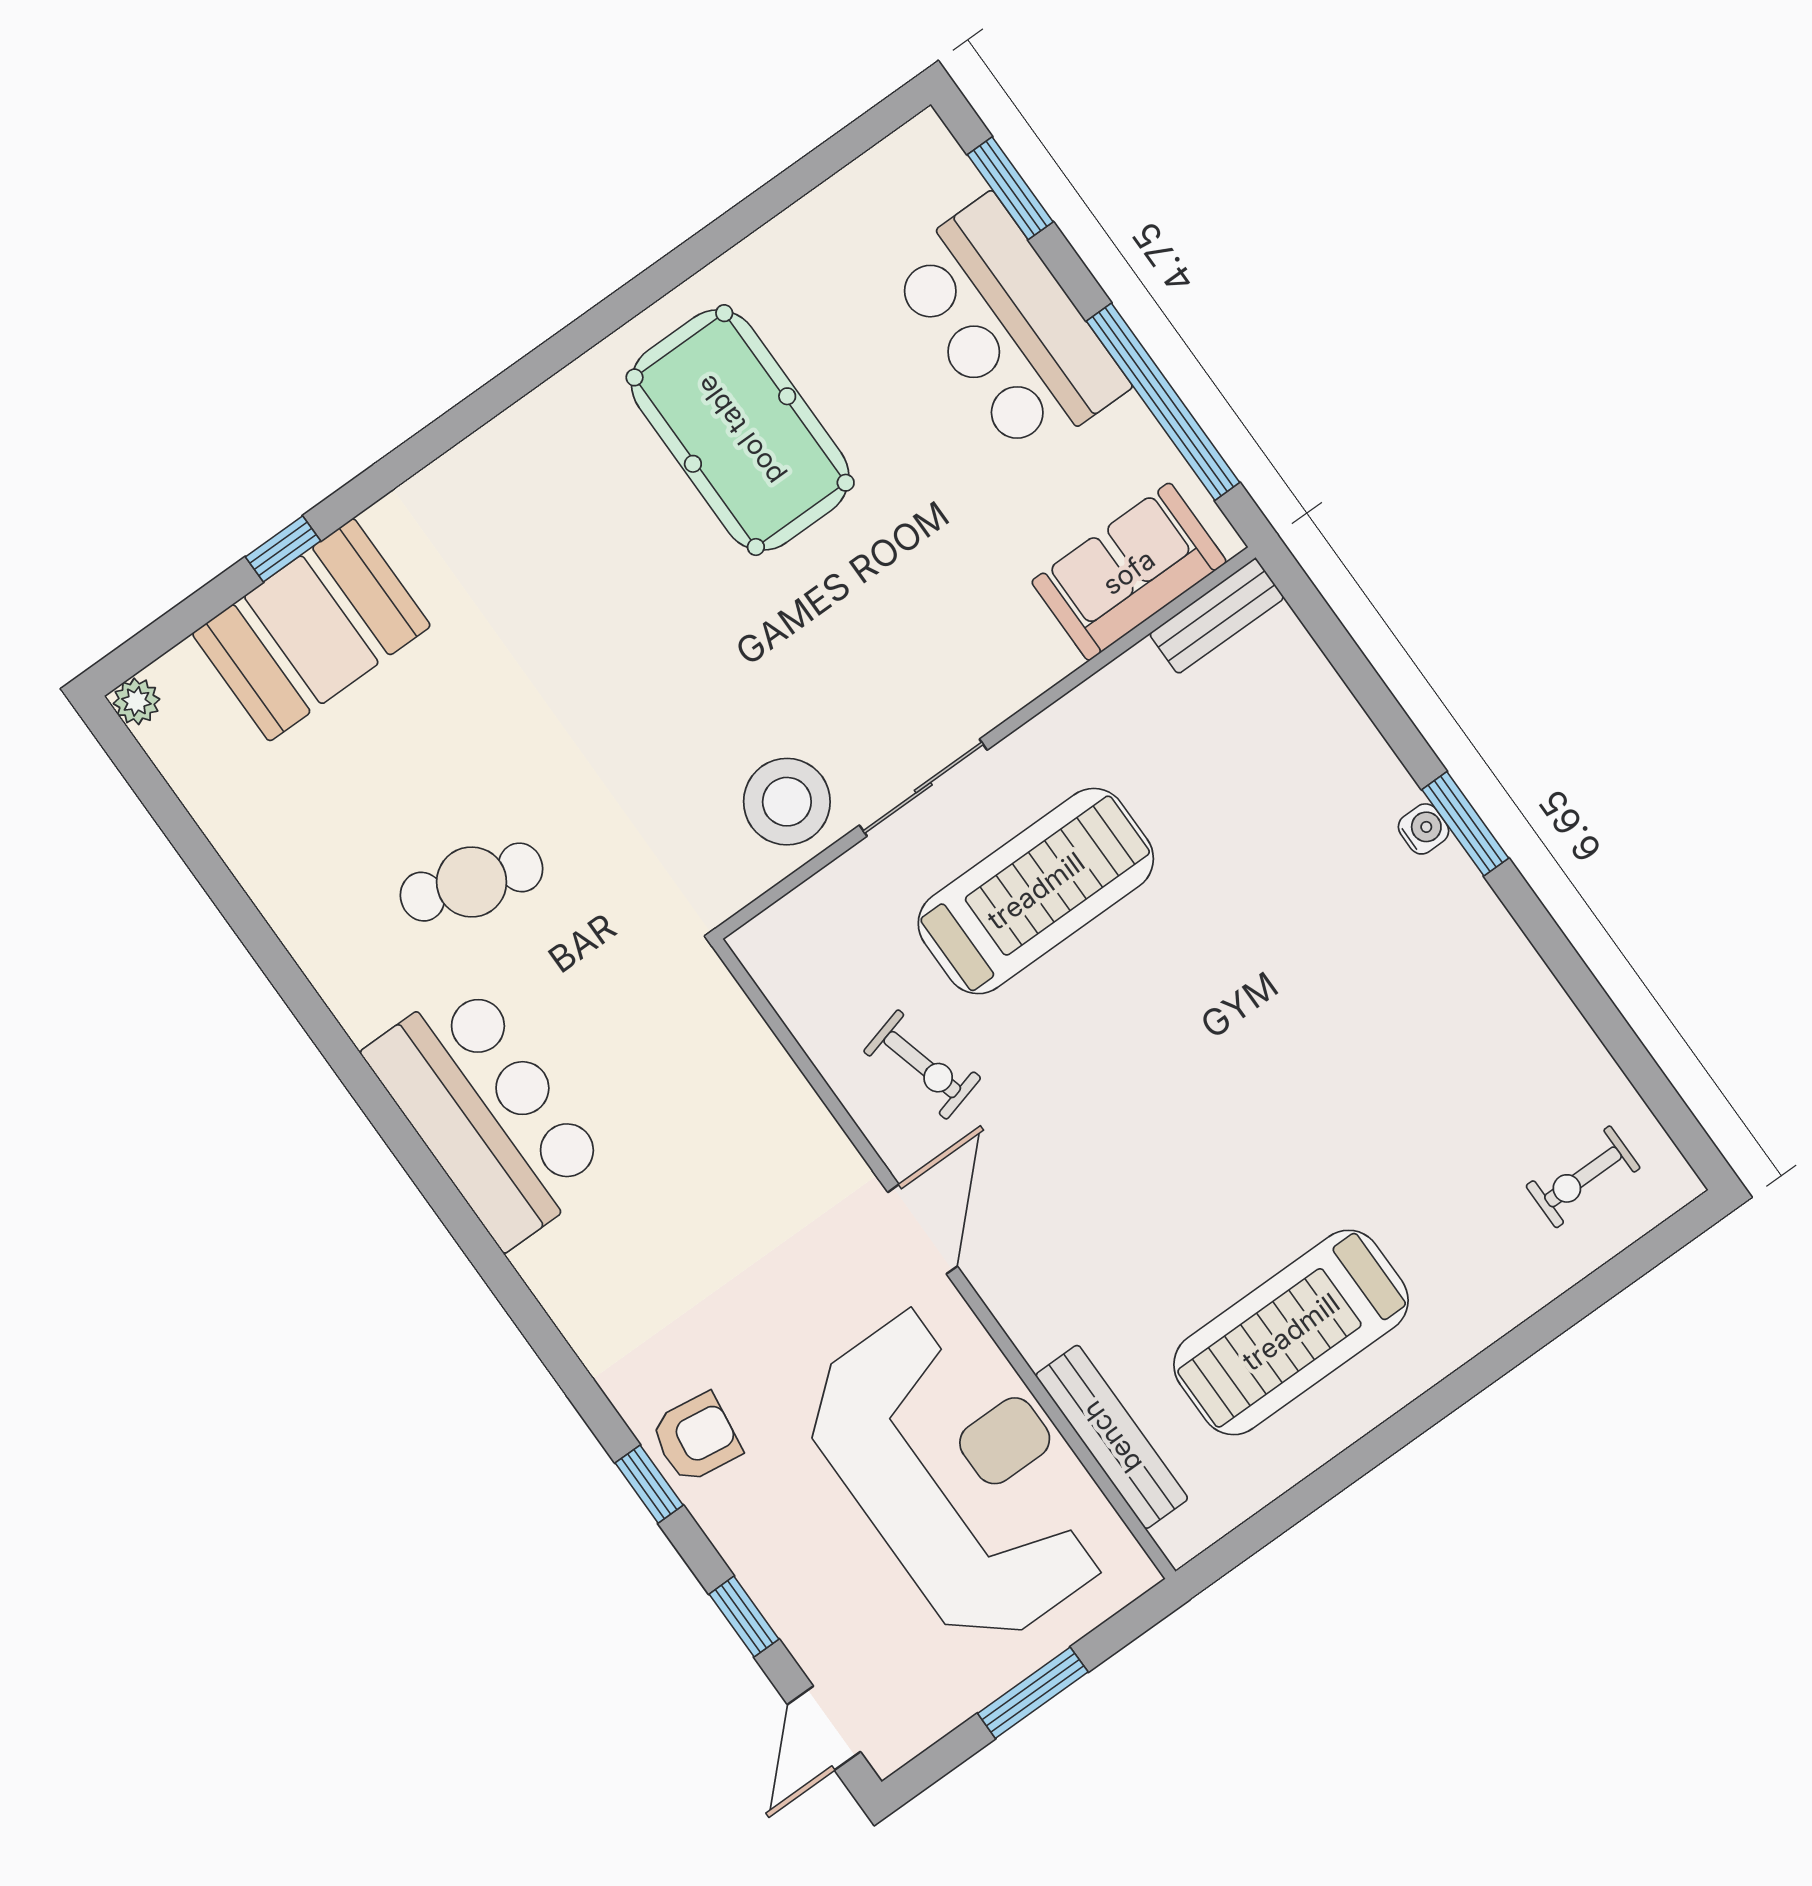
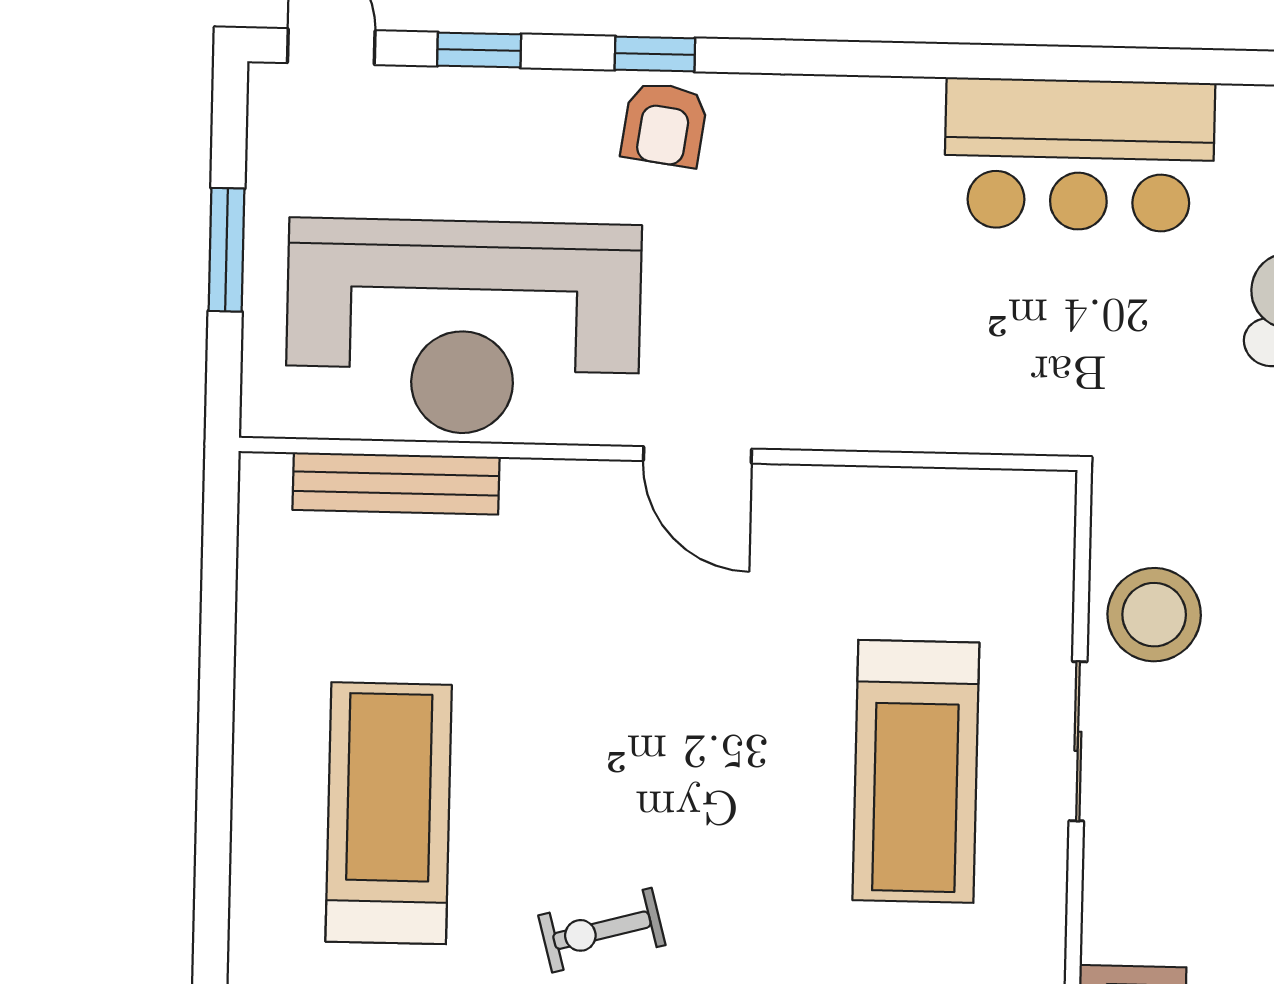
exercise bike: (922, 1065) -> (602, 930), moved
treadmill: (1291, 1332) -> (389, 813), moved

